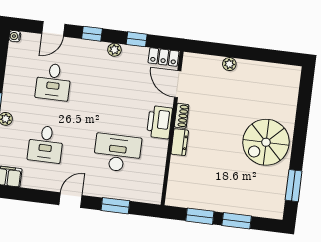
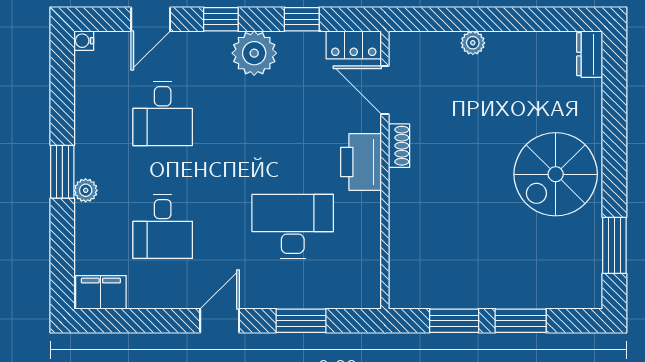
plant: (114, 50) -> (254, 53), width x1.88, depth x1.88
dresser: (180, 142) -> (590, 54), moved, turned 180

